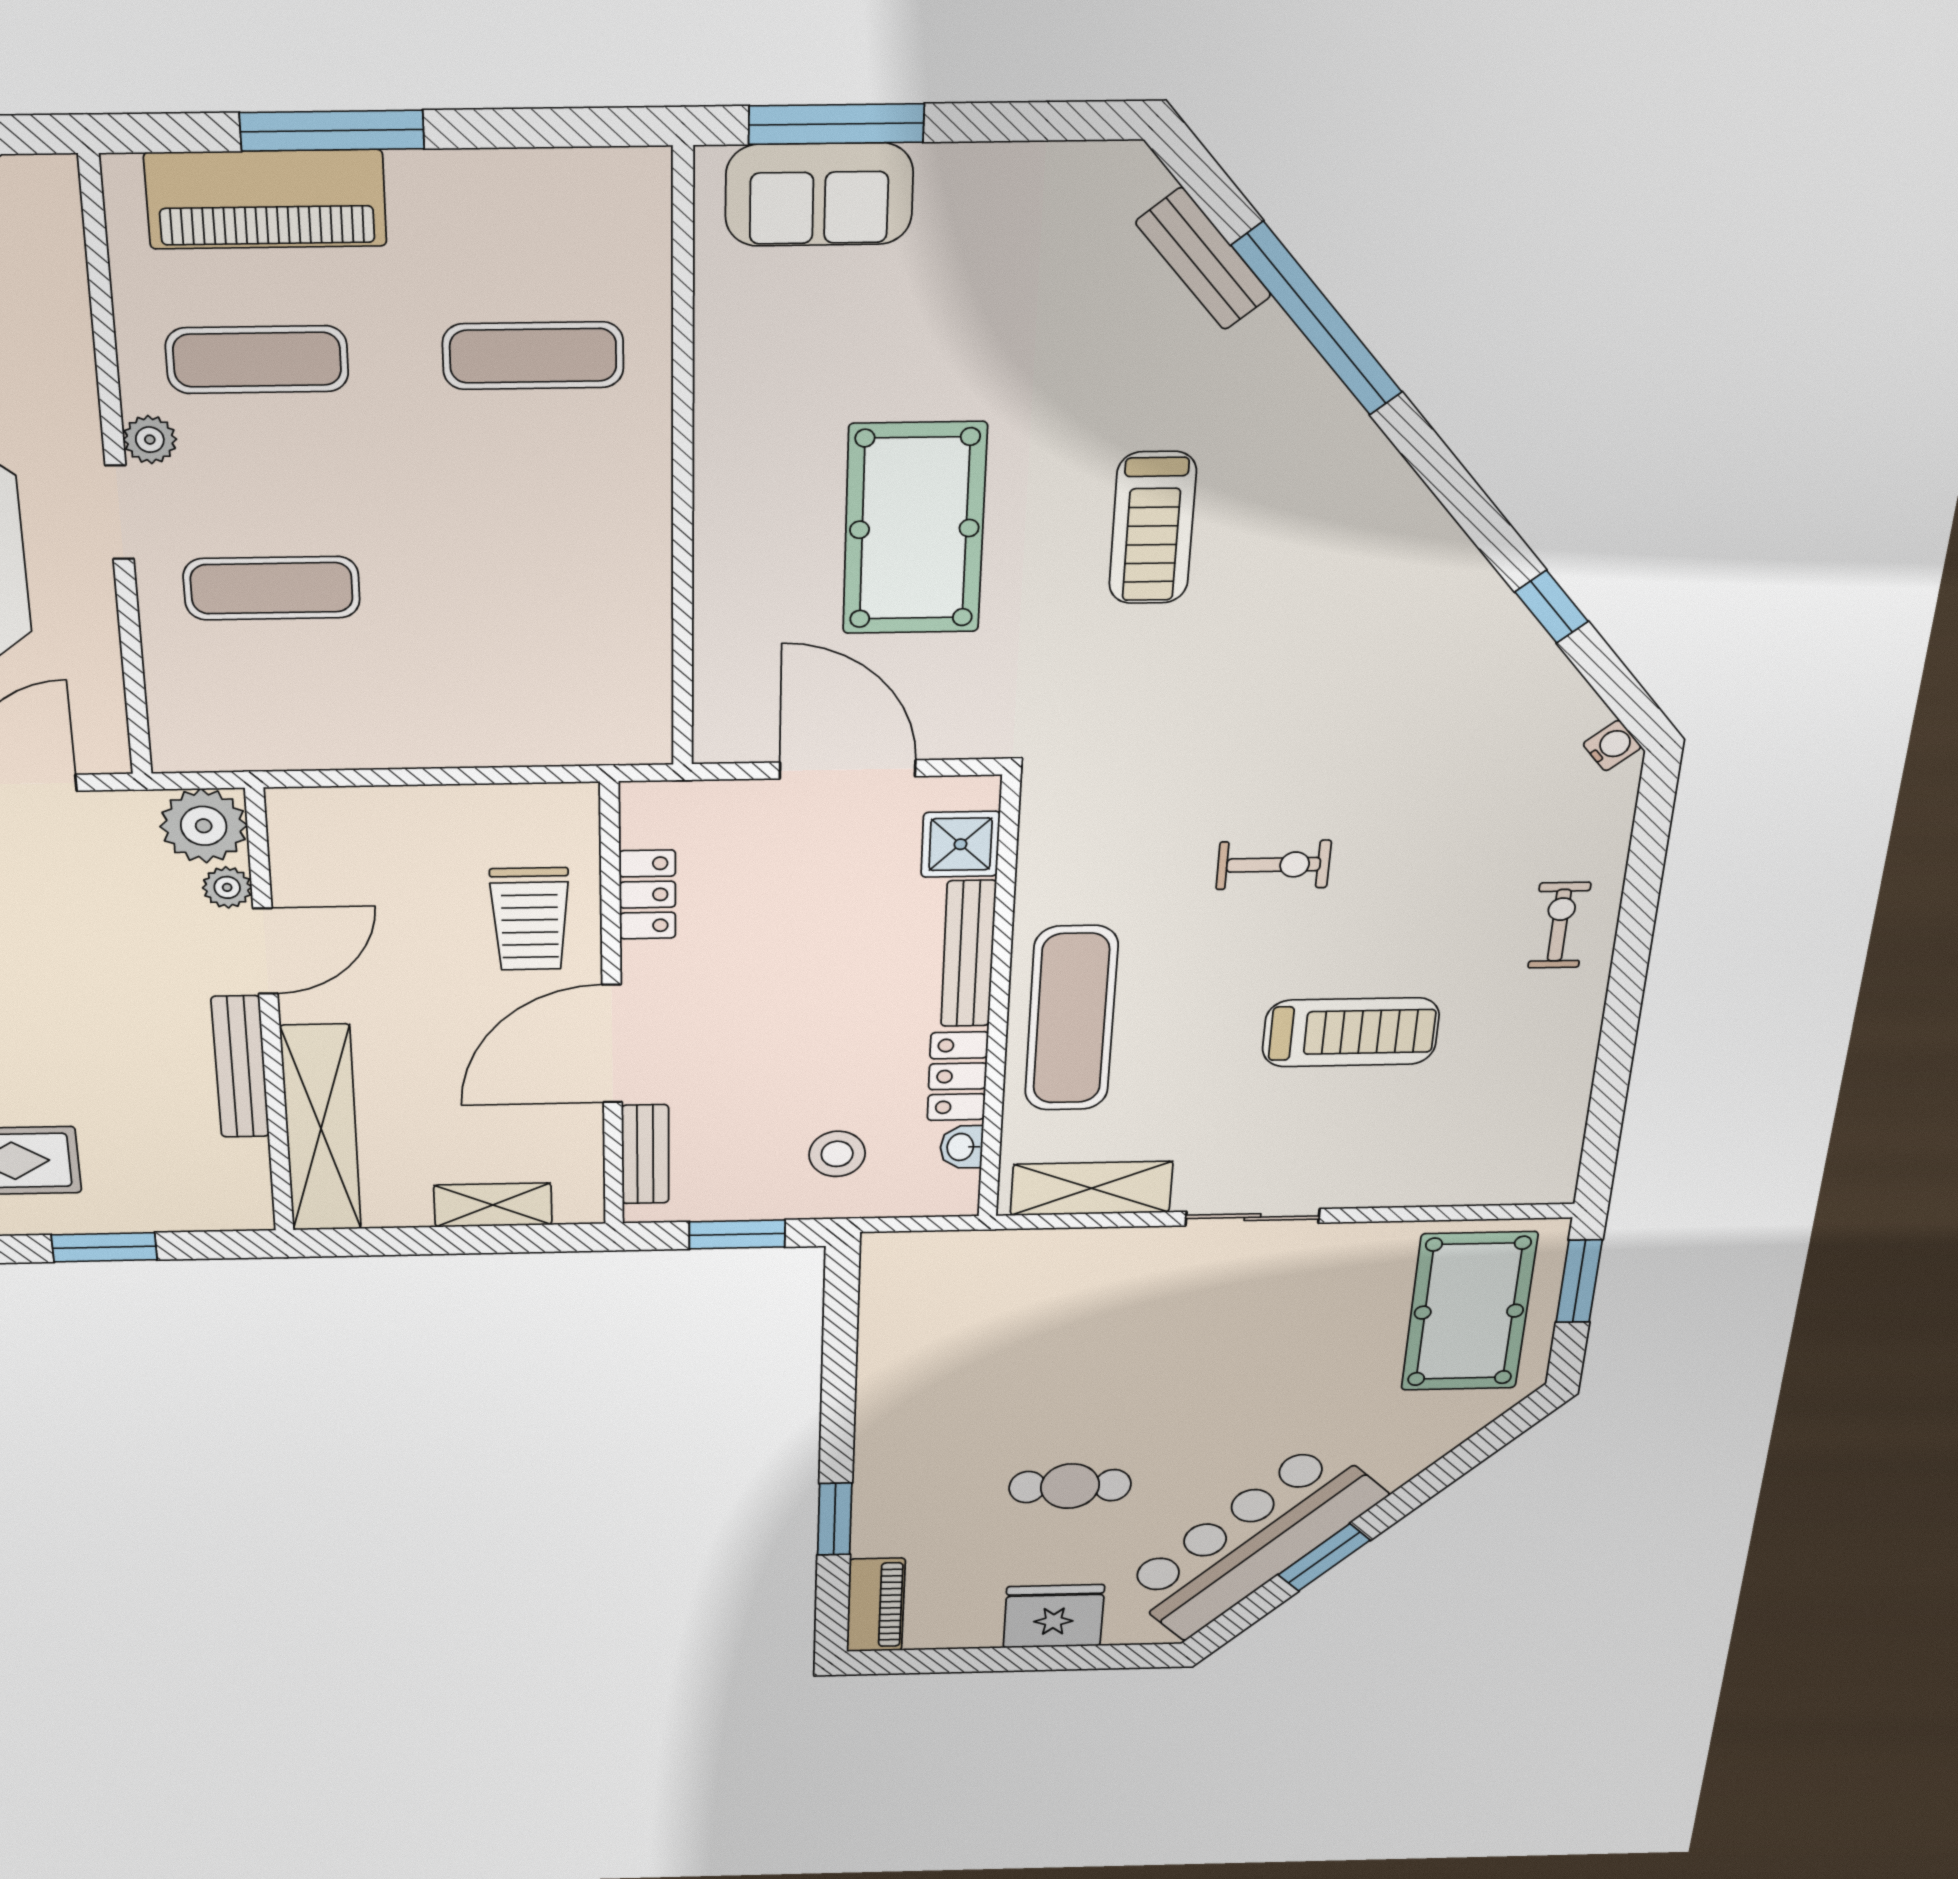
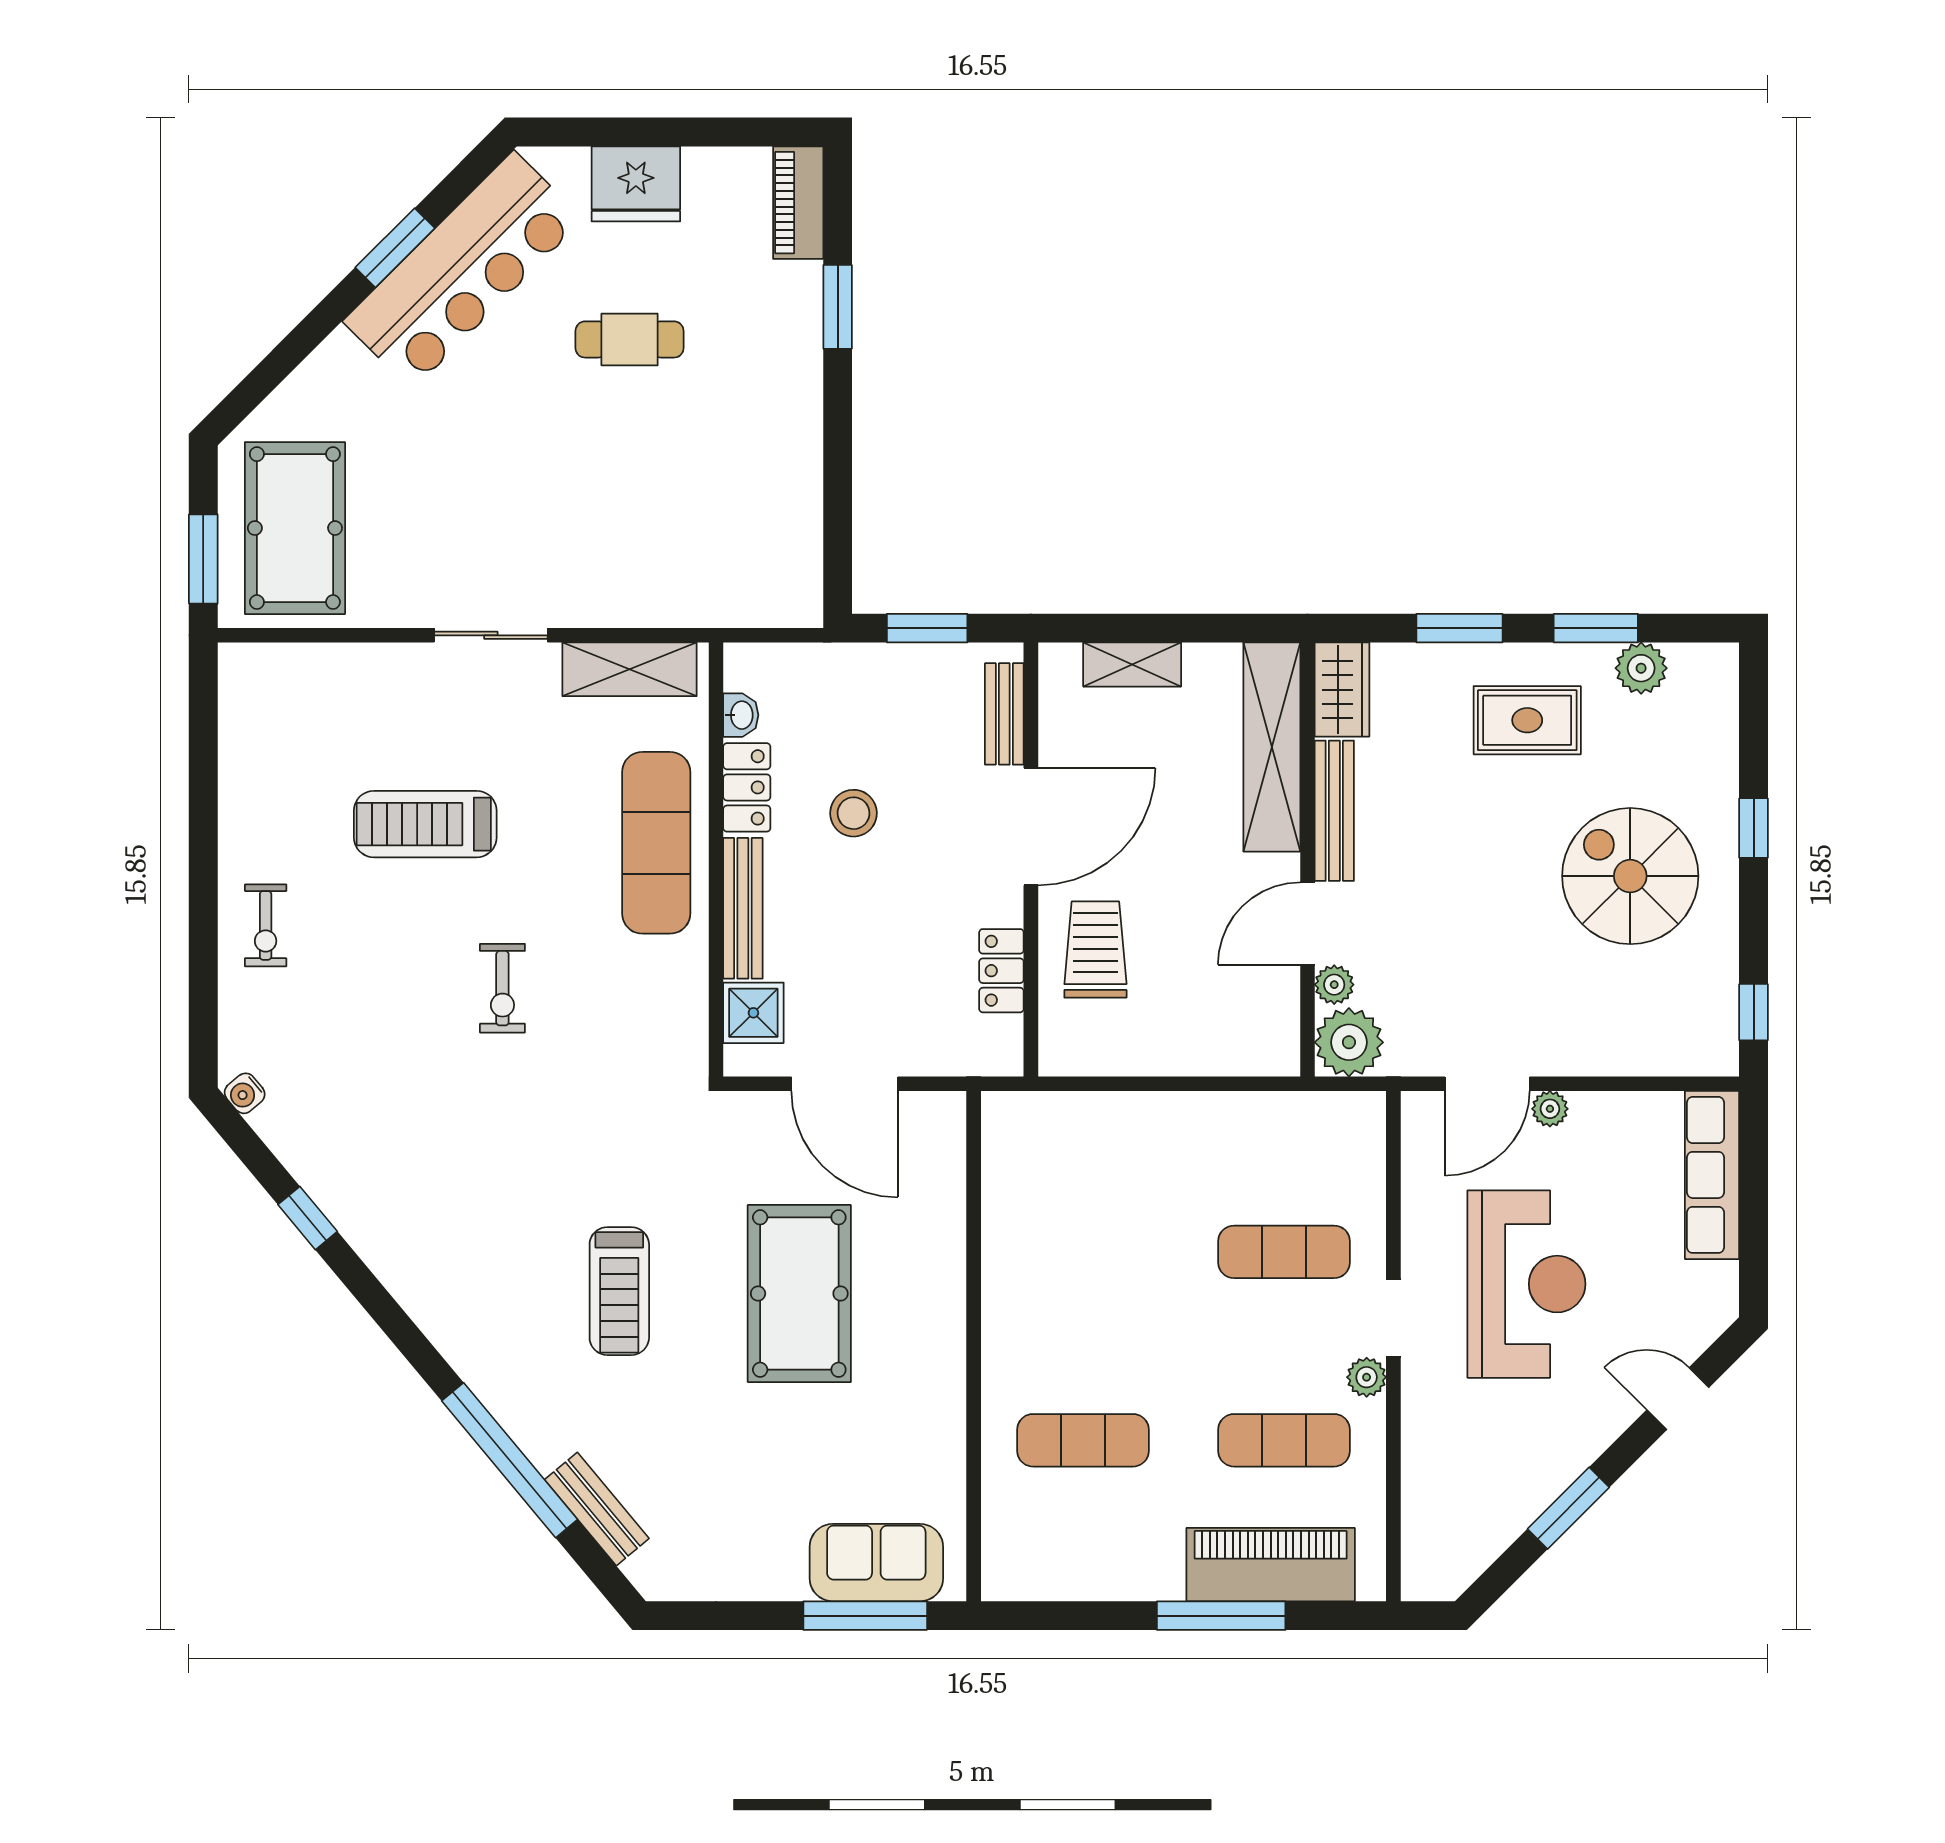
treadmill: (1153, 528) -> (619, 1291), turned 180
exercise bike: (1274, 865) -> (502, 988), turned -90
stool: (837, 1154) -> (853, 813), moved
wardrobe: (240, 1186) -> (1342, 690), added

